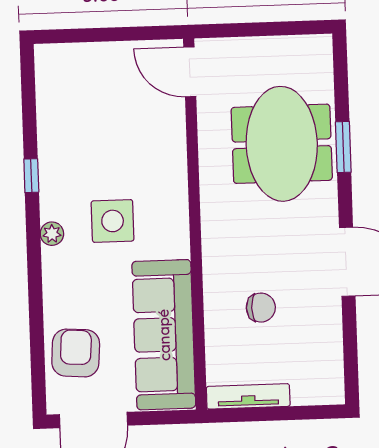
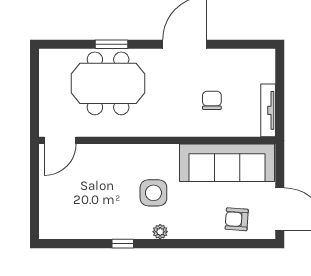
armchair: (76, 353) -> (237, 219), width x0.72, depth x0.72

